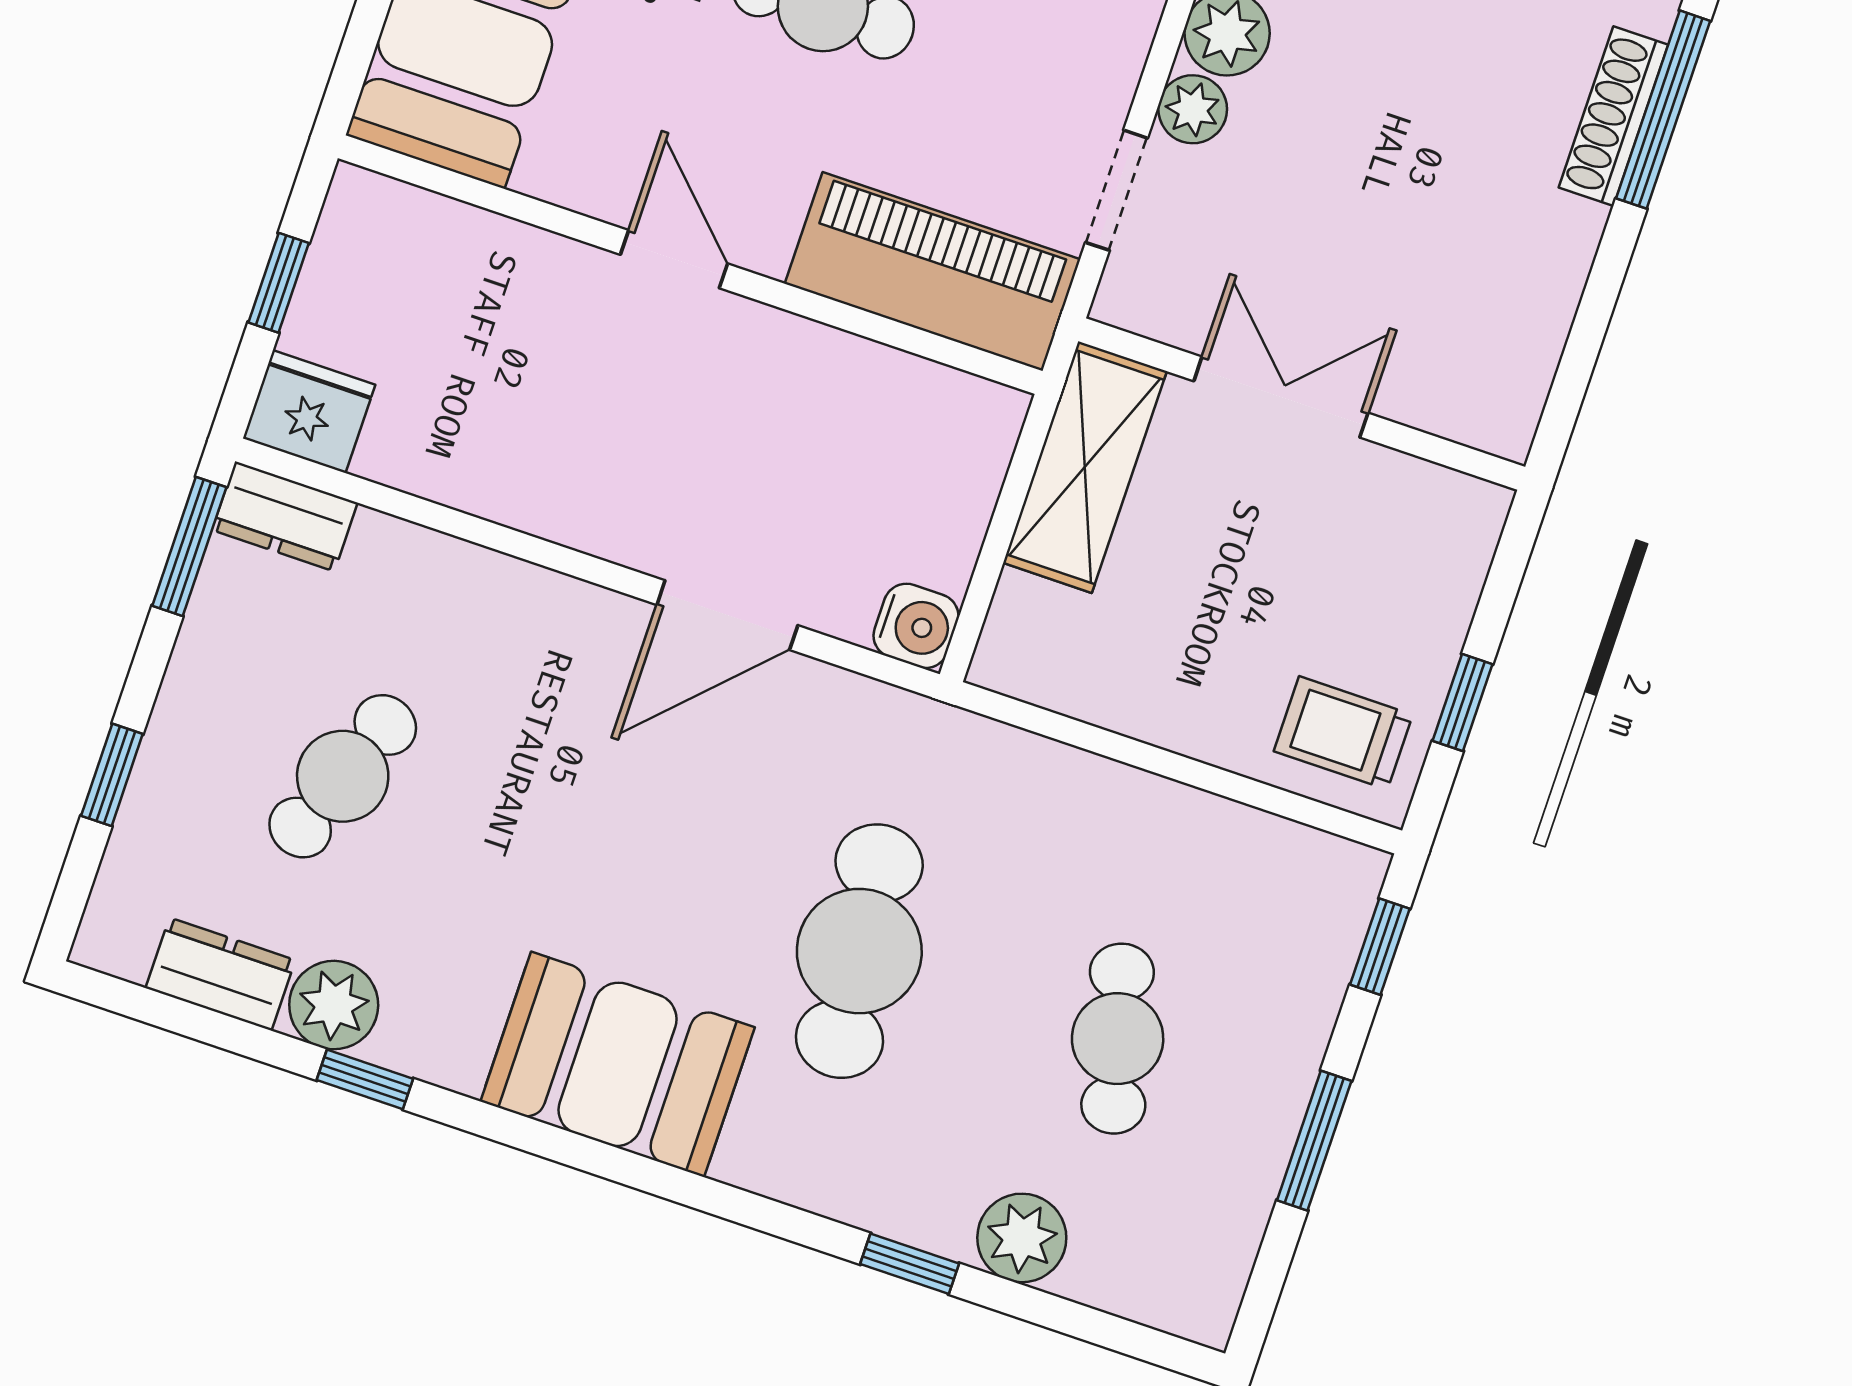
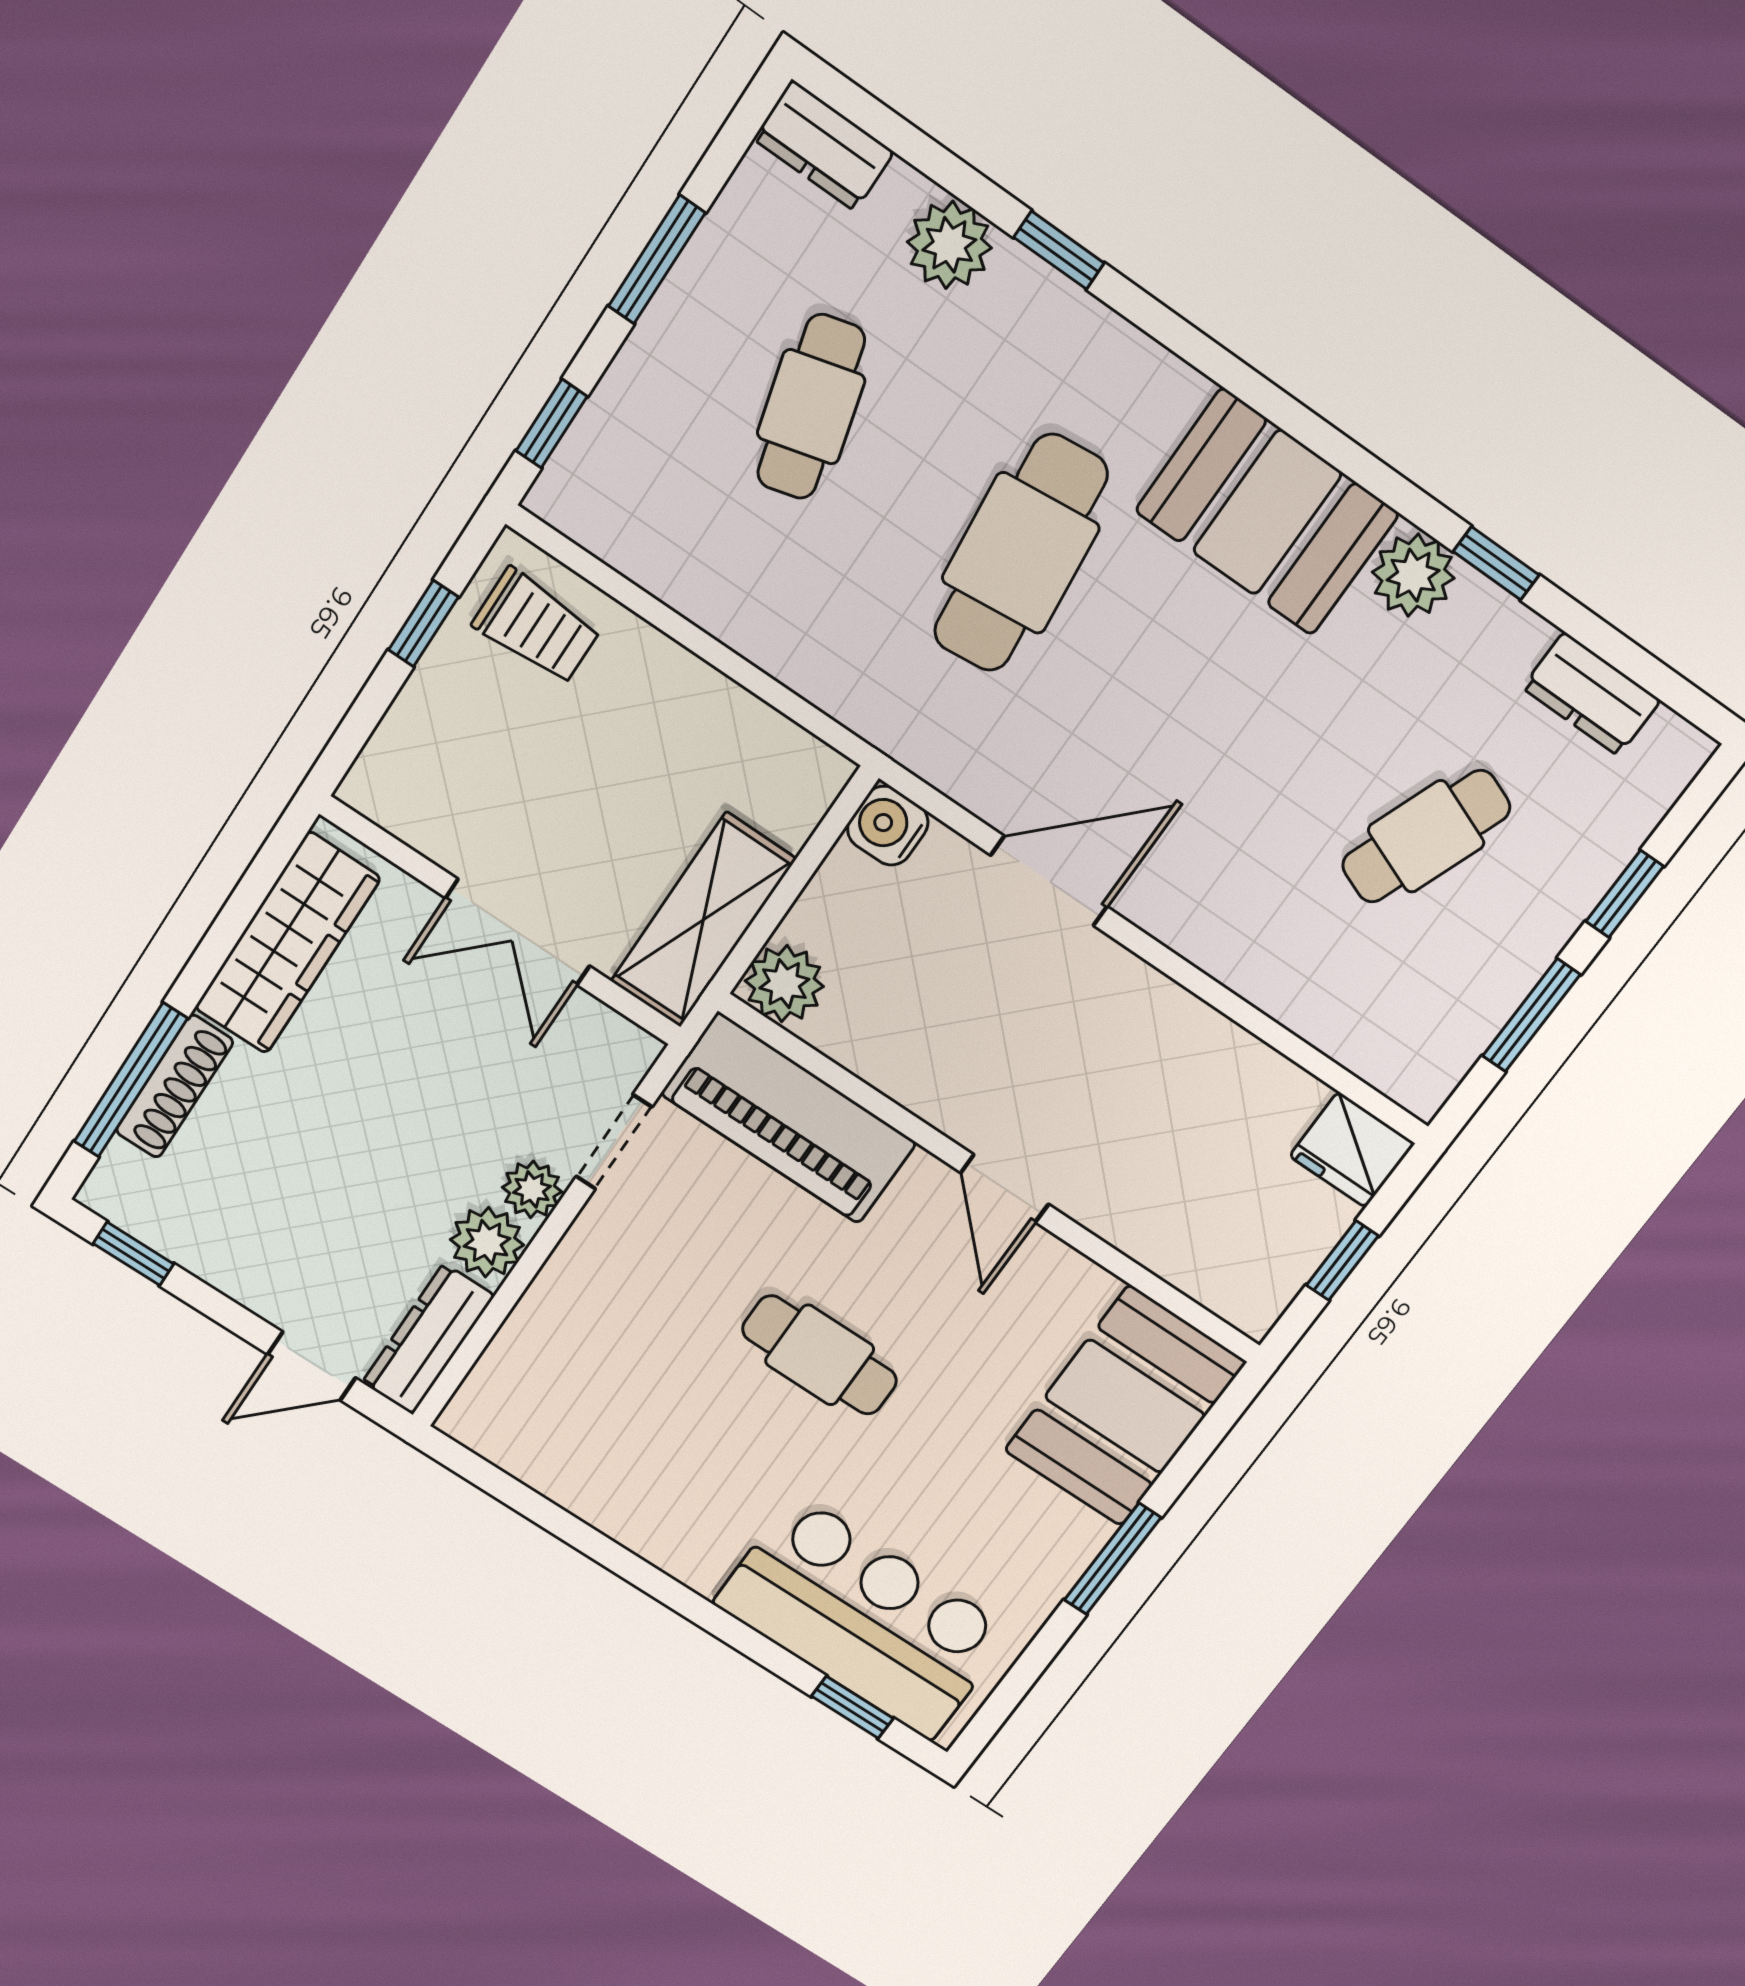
wardrobe: (1527, 314) -> (287, 943), added
plant: (979, 422) -> (784, 984), added
dresser: (285, 516) -> (824, 146), moved, turned 180
window: (189, 546) -> (1531, 1015), moved
plant: (334, 1005) -> (1413, 575), moved

